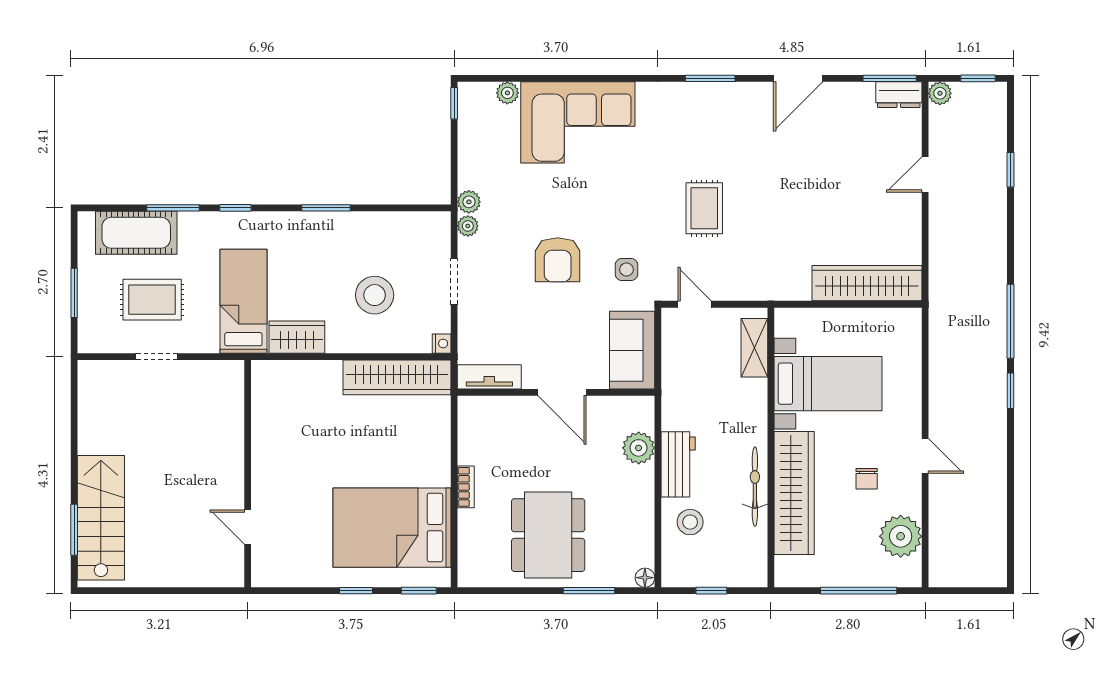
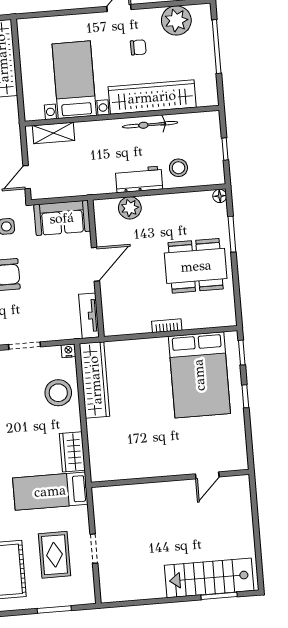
stool: (375, 295) -> (58, 393), moved

